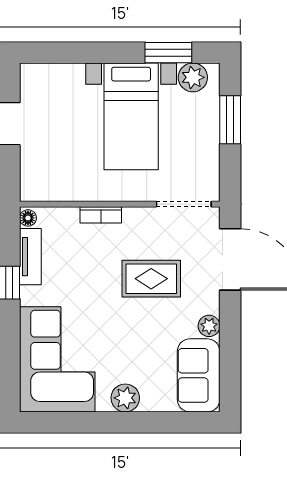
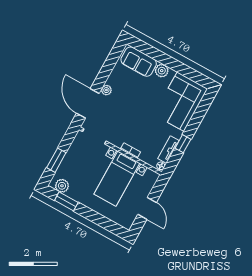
bed with nightstands: (131, 116) -> (117, 179), moved, turned 180
rug: (151, 279) -> (124, 113), removed
plant: (209, 326) -> (106, 90), moved
sofa: (199, 375) -> (139, 62), moved, turned 90

